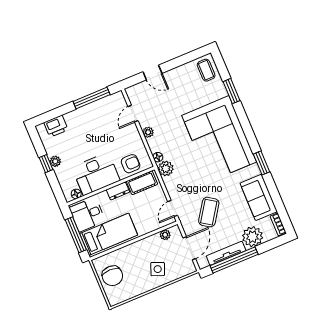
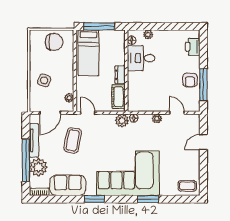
window: (231, 91) -> (148, 199), moved
plant: (55, 161) -> (148, 35), moved
window: (46, 164) -> (166, 26), removed
armchair: (131, 164) -> (190, 80), moved
desk: (96, 174) -> (141, 58), width x0.73
coffee table: (209, 212) -> (73, 140), turned 67
desk: (87, 214) -> (111, 42), removed
door: (189, 248) -> (50, 113), hinge flipped
window: (234, 260) -> (26, 160), moved
chair: (112, 276) -> (54, 42), turned 180

